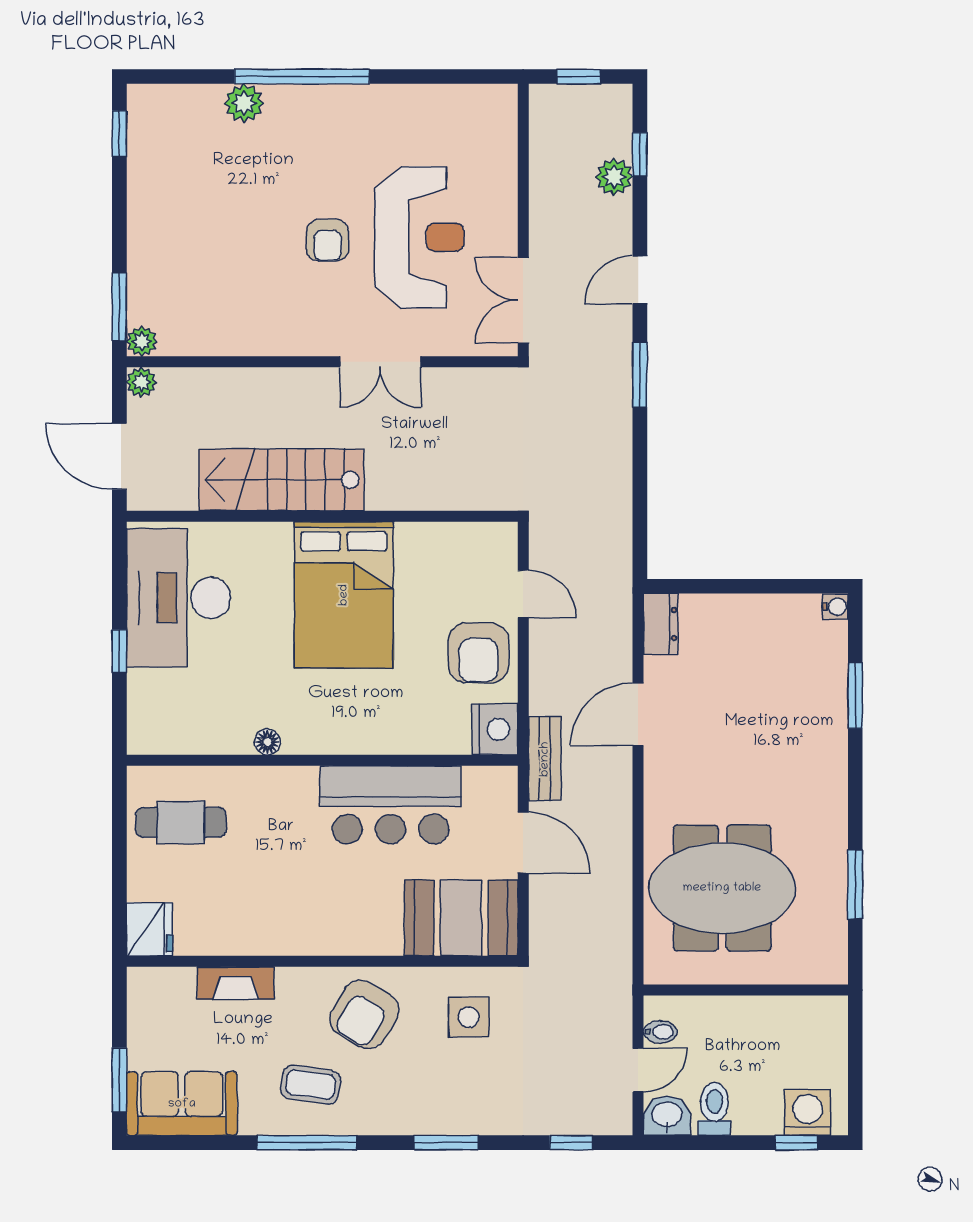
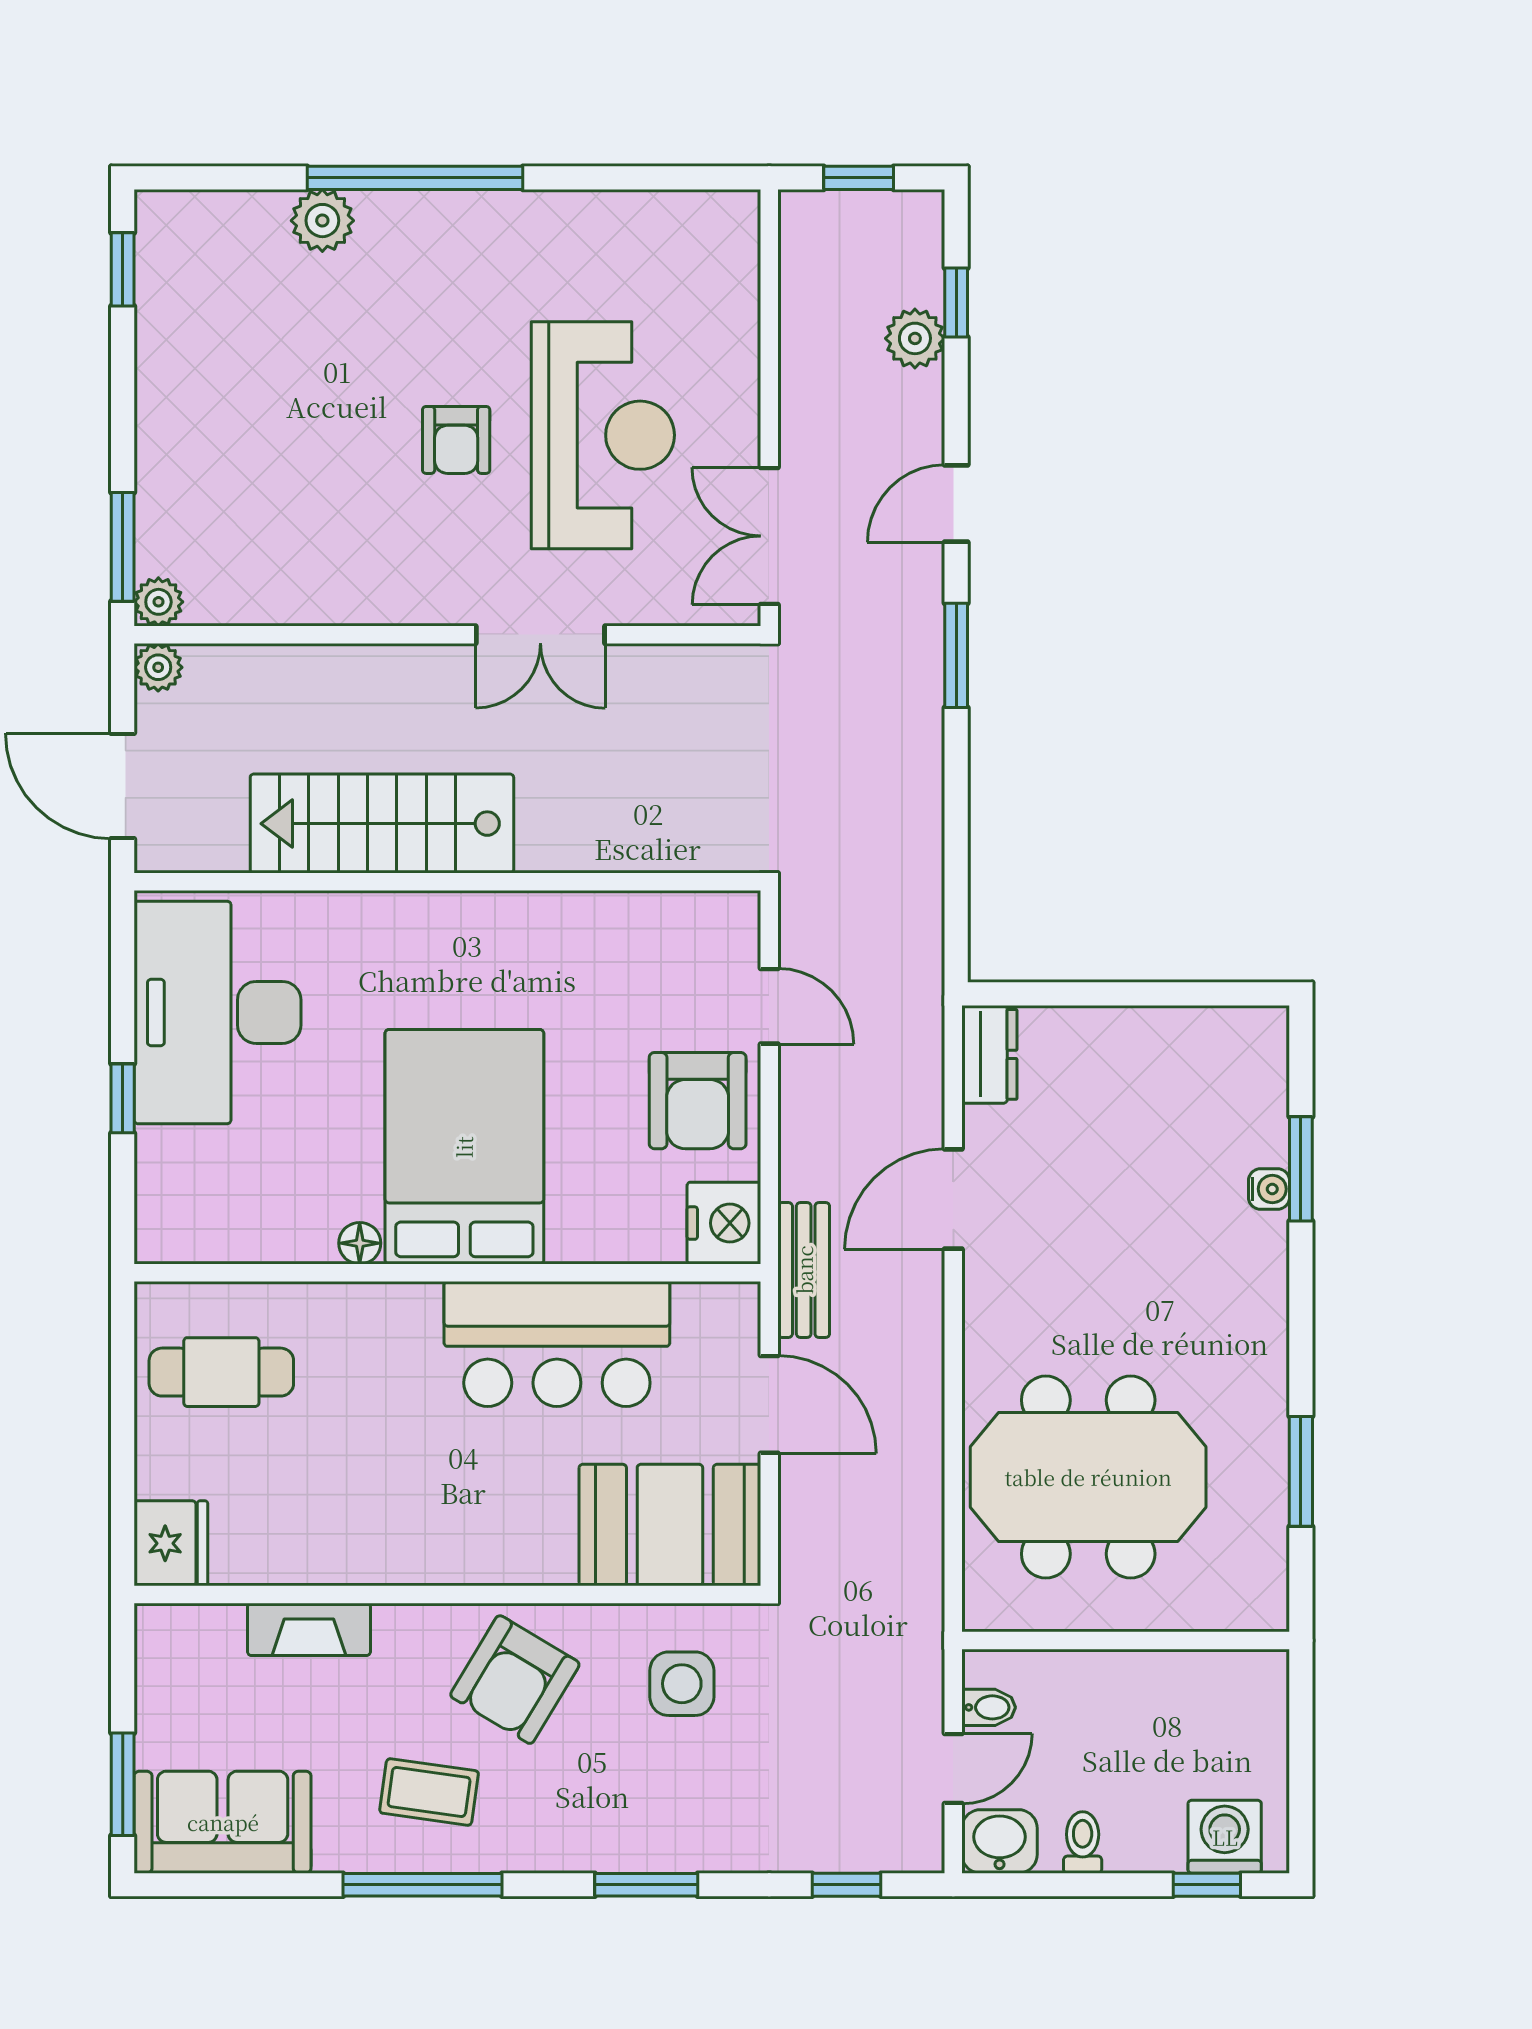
bed: (344, 595) -> (464, 1147), moved, turned 180
water cooler: (835, 607) -> (1269, 1189), moved
toilet: (714, 1109) -> (1083, 1842), width x0.73, depth x0.72

